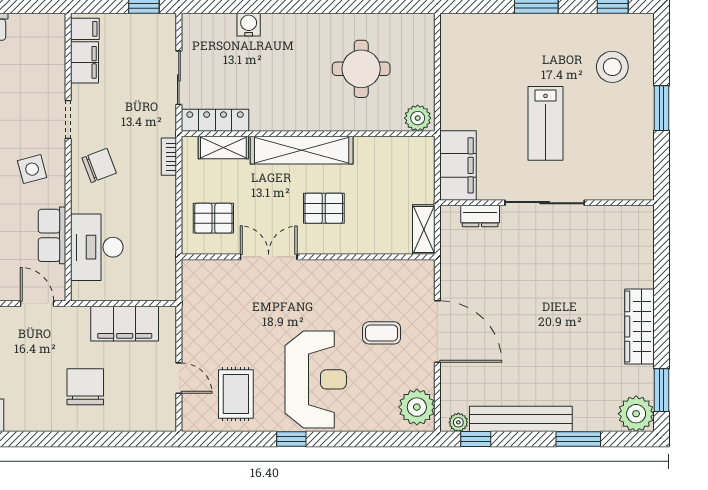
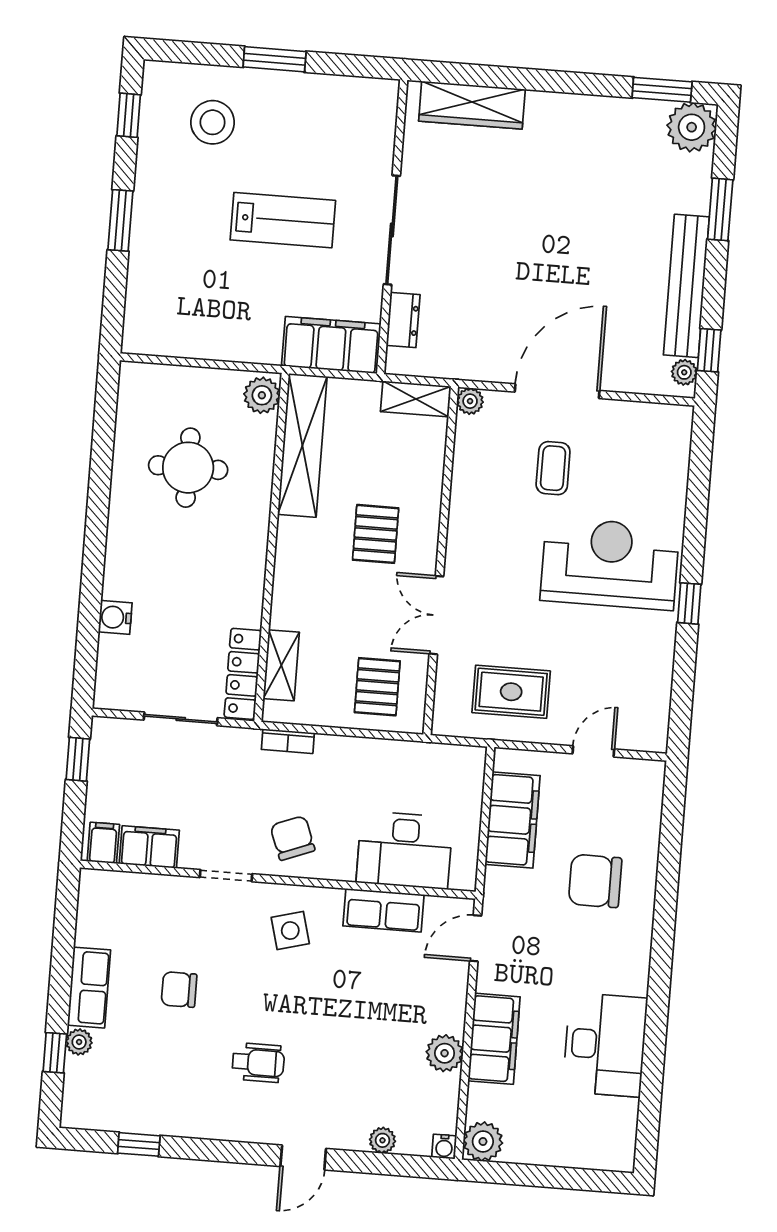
shelving: (302, 150) -> (302, 445), moved
wardrobe: (640, 327) -> (472, 105), moved
rug: (236, 394) -> (511, 692), moved
plant: (417, 407) -> (470, 401), moved, width x0.53, depth x0.53

